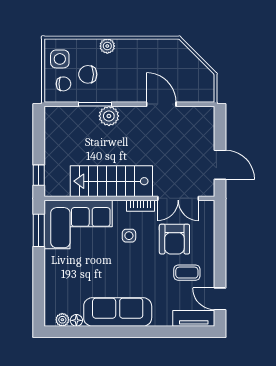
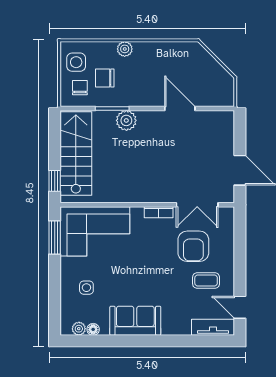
chair: (63, 84) -> (80, 88), turned -90
stairs: (111, 181) -> (76, 154), moved, turned 90
side table: (129, 236) -> (86, 288), moved
sofa: (118, 312) -> (135, 321), width x0.73

